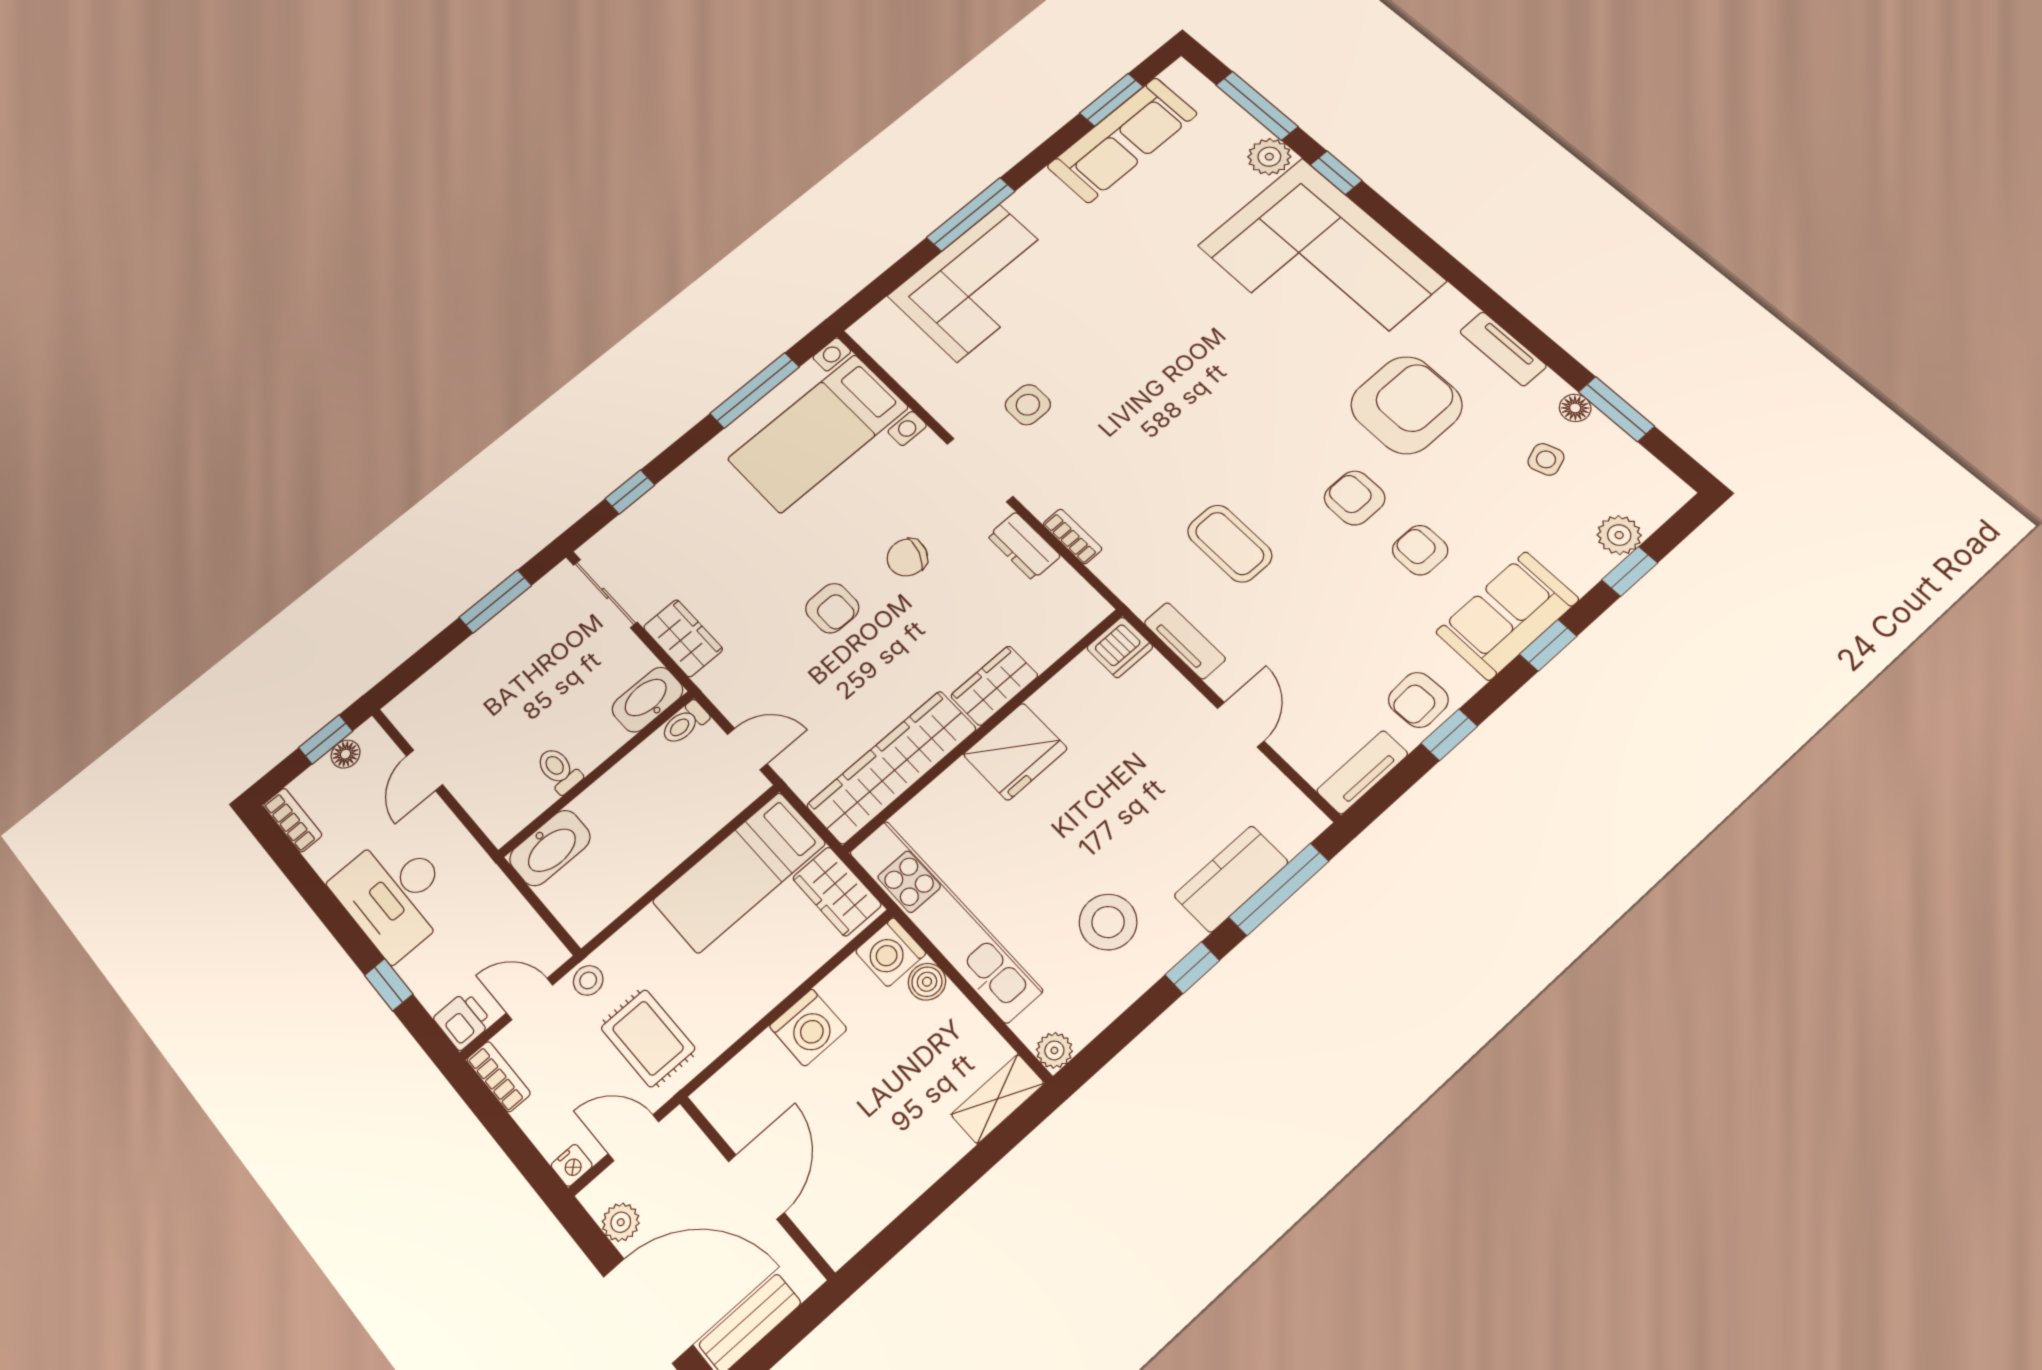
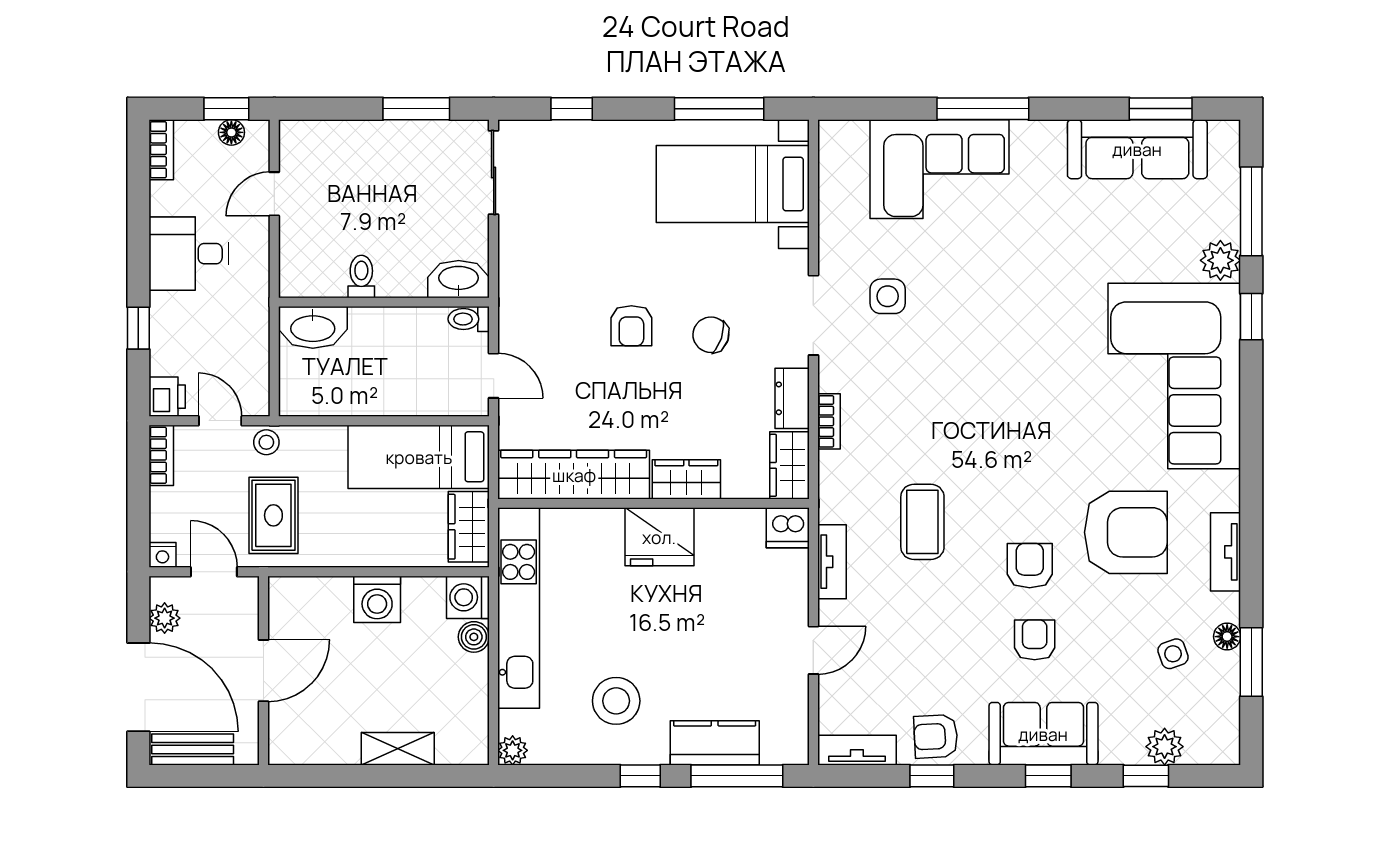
wardrobe: (683, 638) -> (790, 465), moved, turned 180
desk: (395, 894) -> (189, 254), width x0.73
shelving: (998, 1099) -> (398, 749), moved

